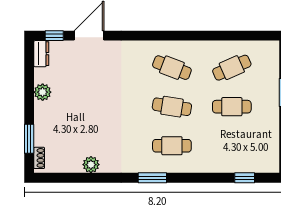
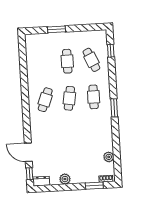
cafe table: (232, 68) -> (91, 60), moved
plant: (91, 165) -> (109, 157), moved

